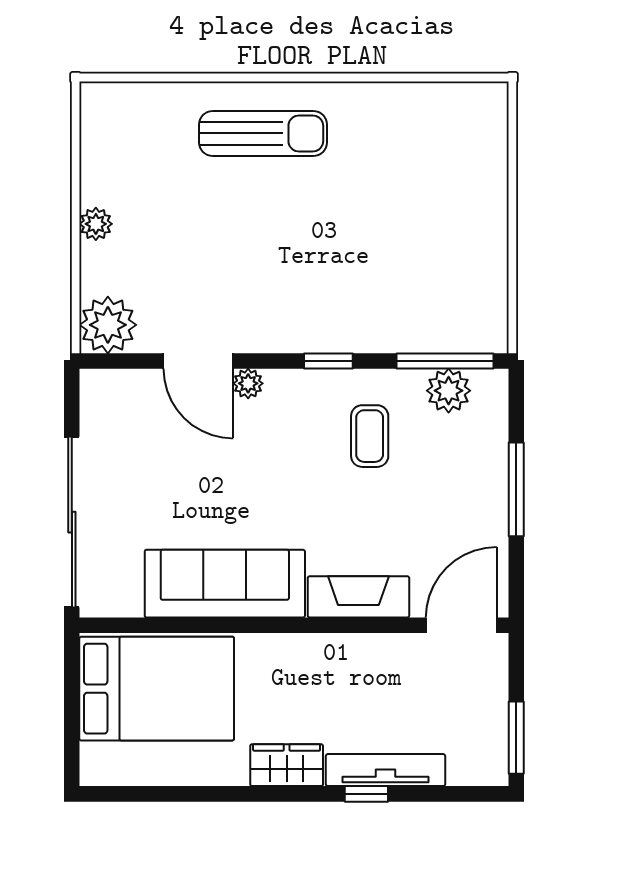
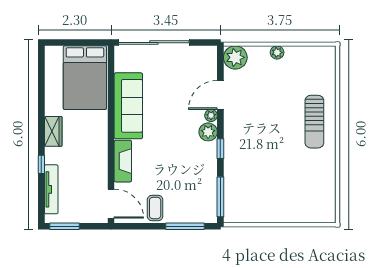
plant: (449, 391) -> (208, 132), moved
coffee table: (370, 436) -> (155, 208), moved, turned 90
window: (516, 489) -> (185, 226), moved
tv unit: (385, 770) -> (51, 189), moved

